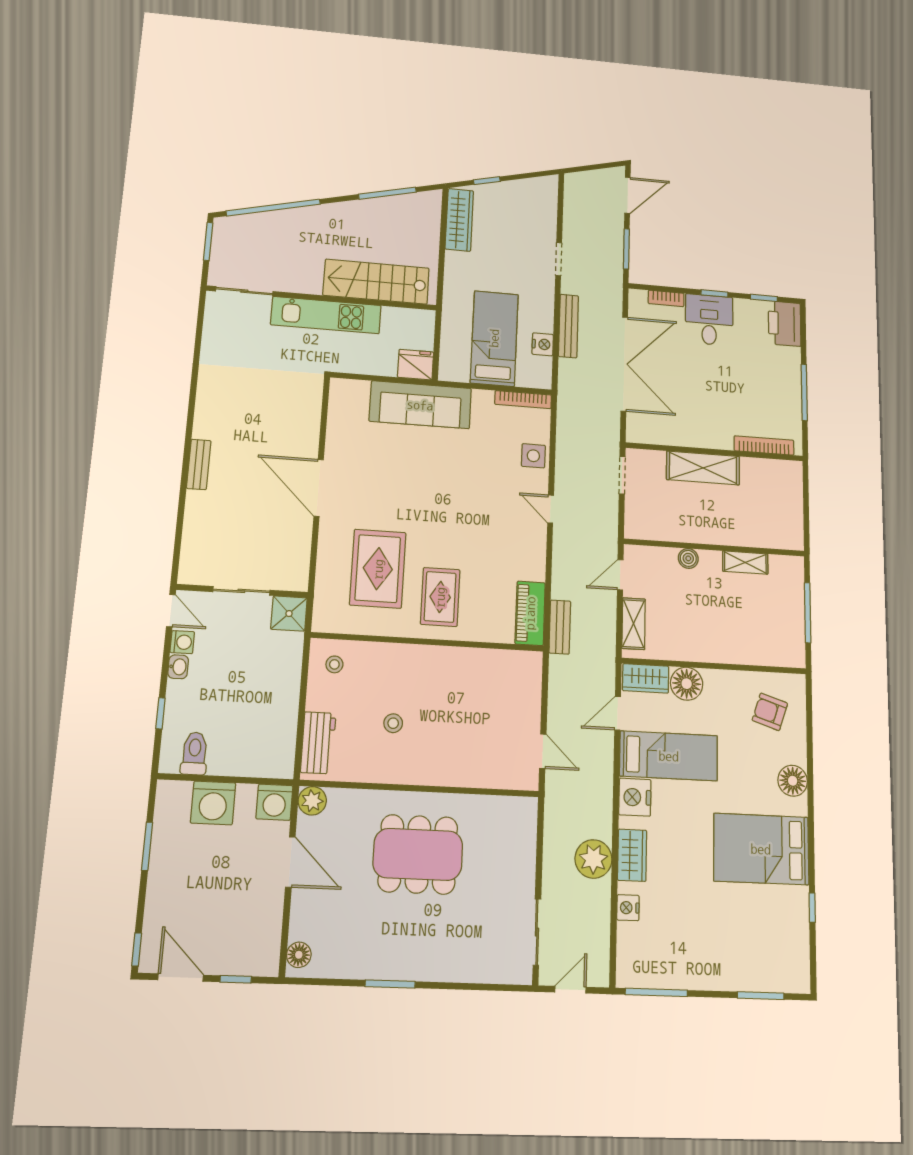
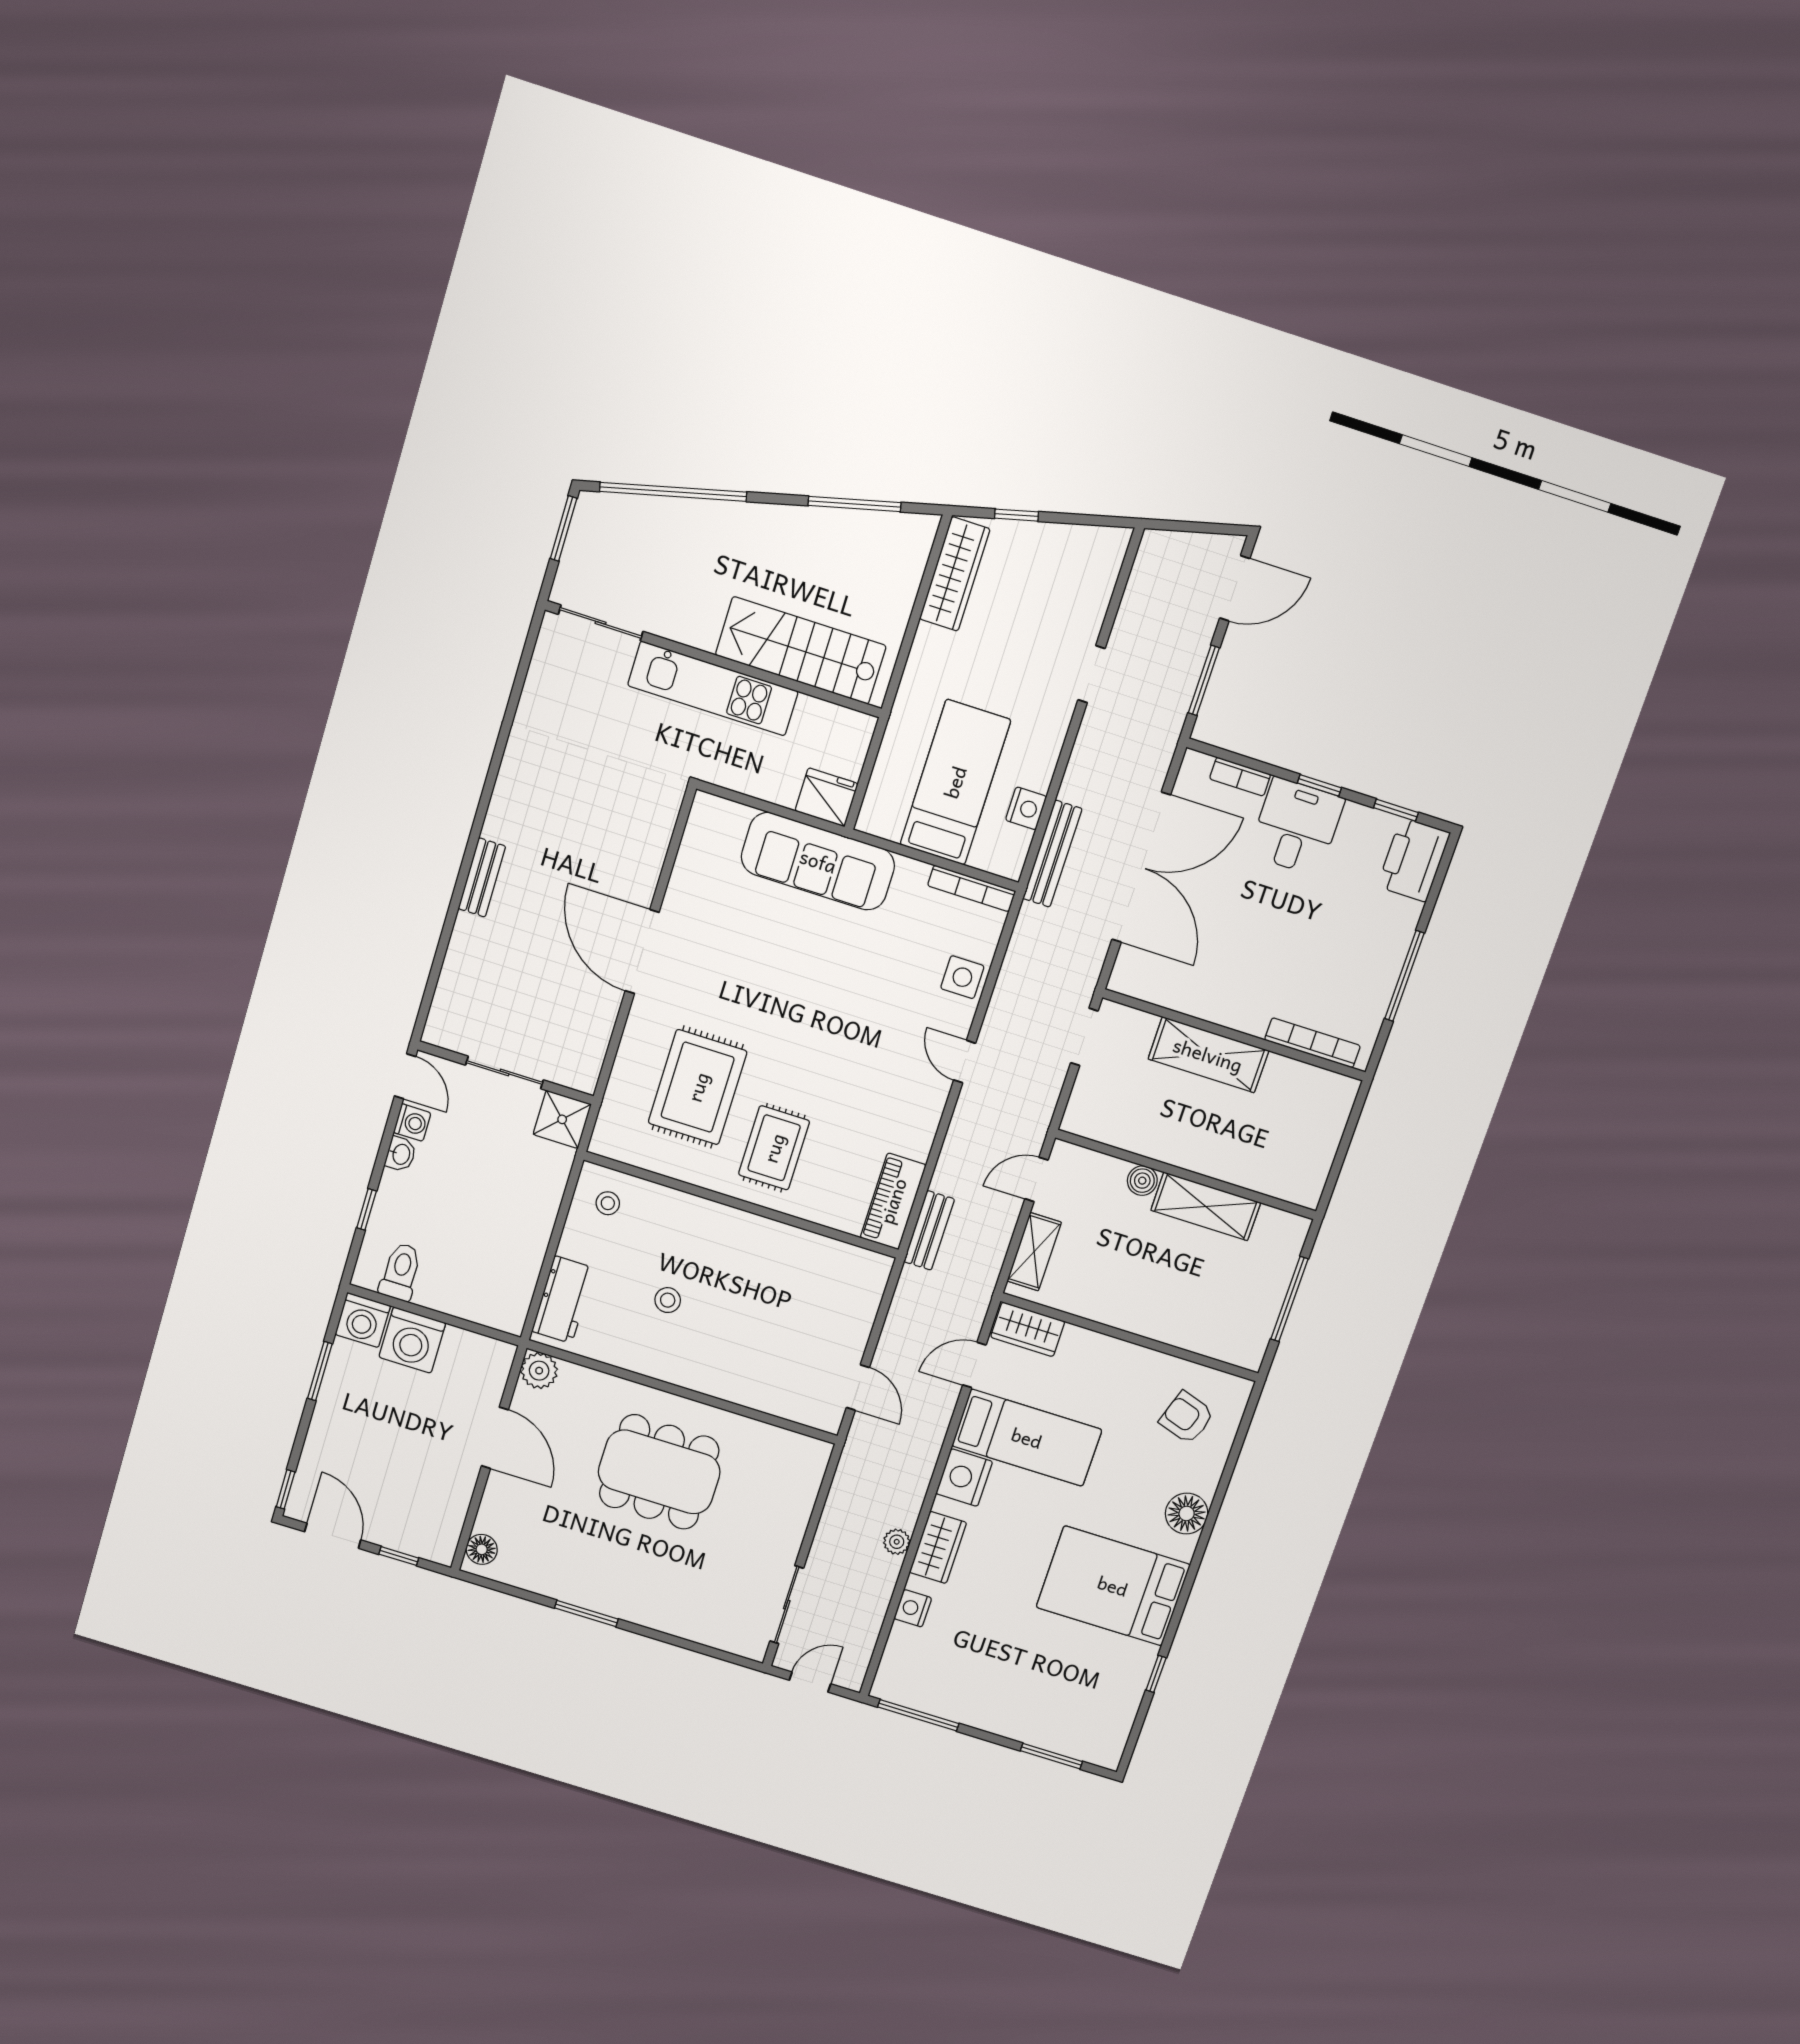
bench: (568, 326) -> (1052, 854), moved
shelving: (745, 563) -> (1206, 1206), width x1.50, depth x1.33
floor lamp: (687, 684) -> (1083, 1351), removed
washing machine: (274, 802) -> (363, 1320), moved
plant: (593, 859) -> (897, 1542), width x0.53, depth x0.53

